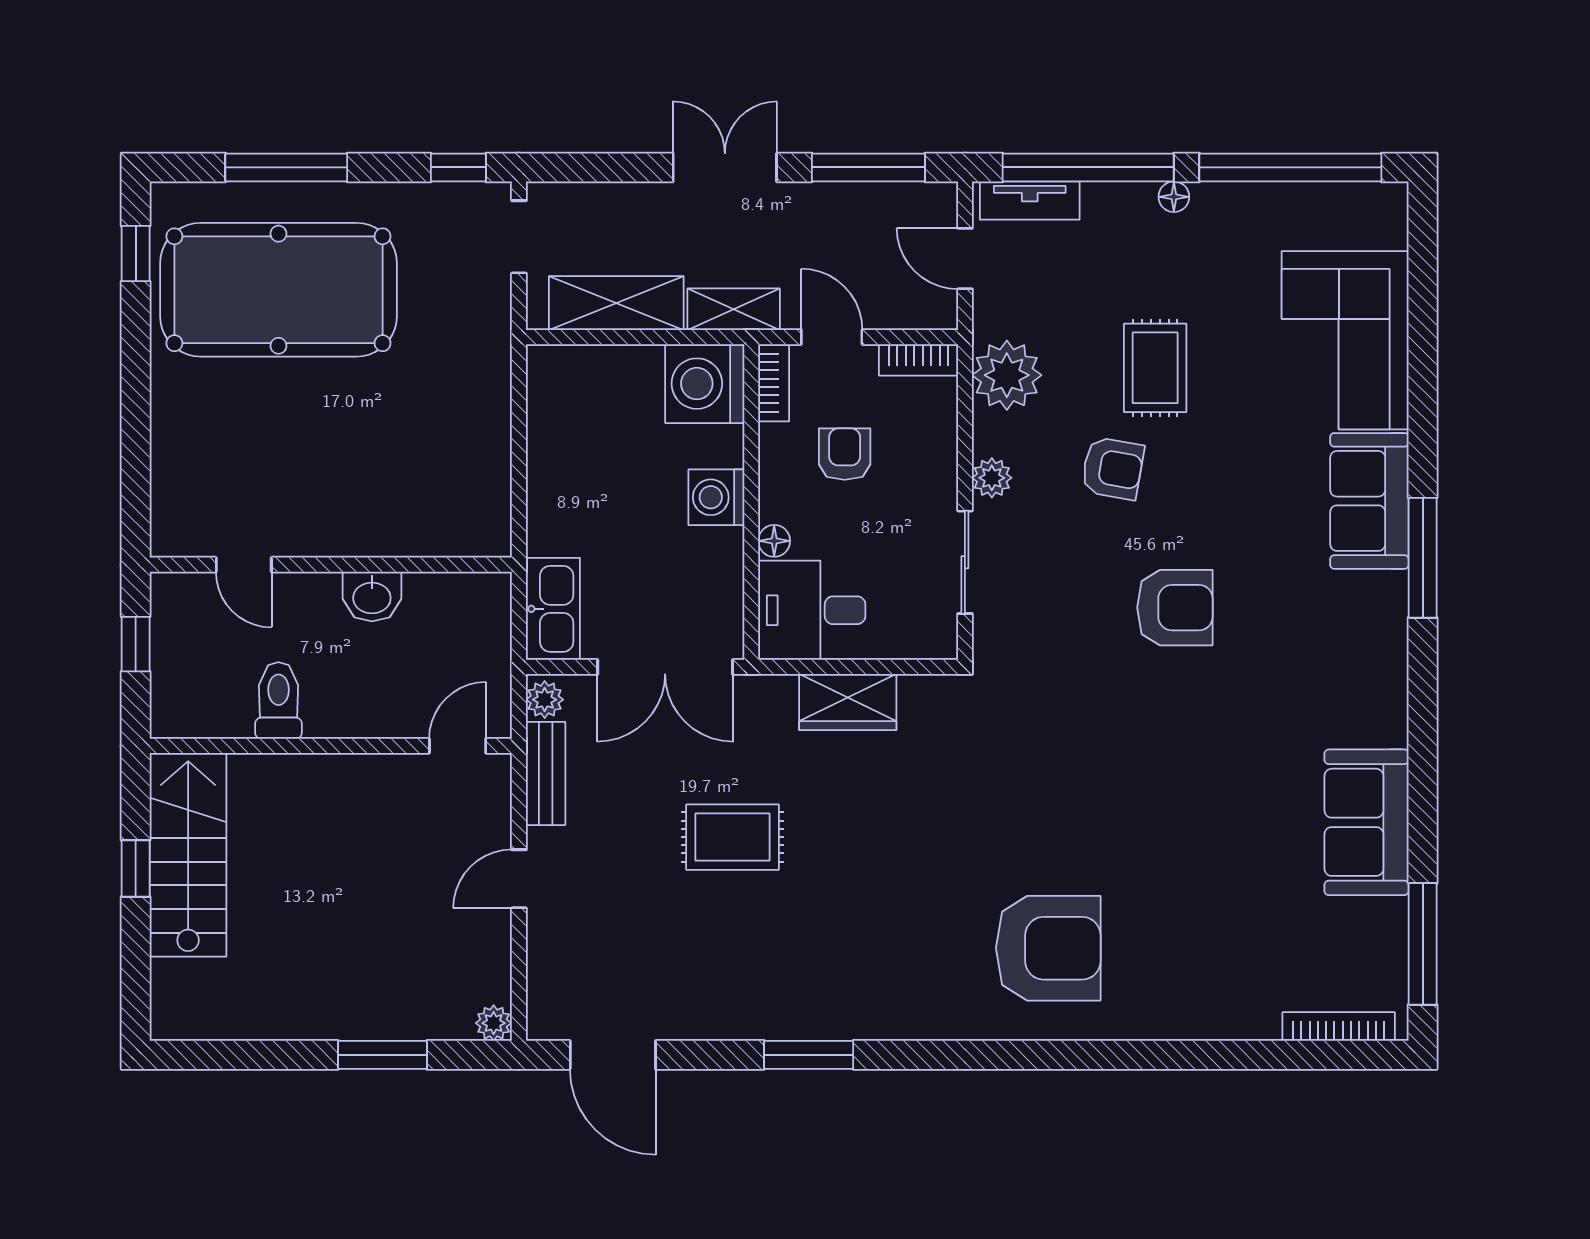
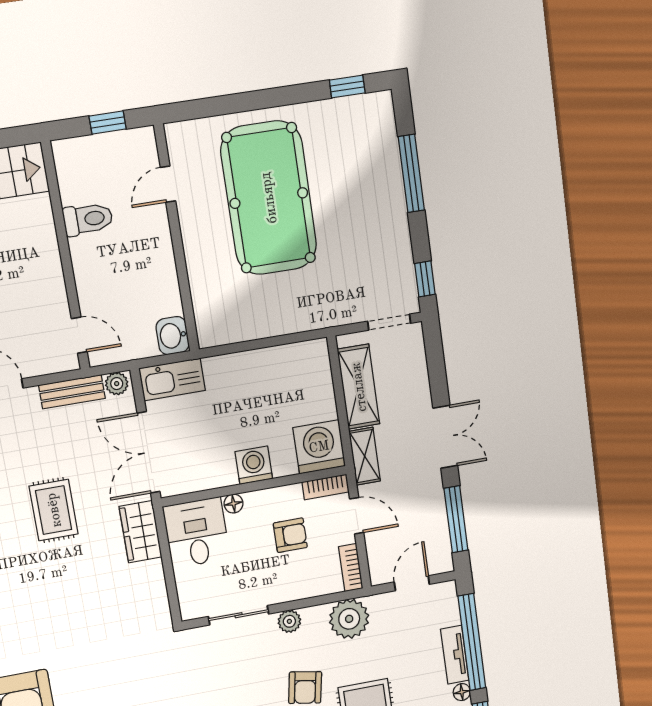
tv unit: (1030, 200) -> (455, 655), moved
pool table: (278, 290) -> (269, 198), moved
door: (832, 337) -> (357, 516), hinge flipped
washbasin: (372, 597) -> (173, 336), moved
wardrobe: (848, 702) -> (140, 532), moved

